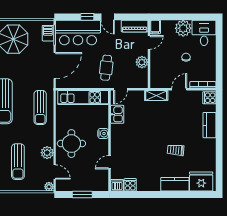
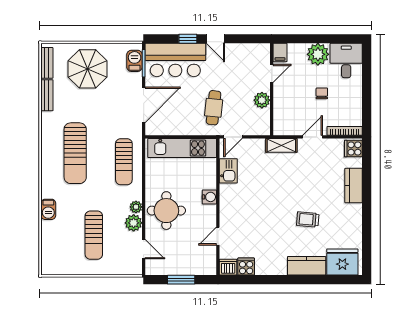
piano: (135, 26) -> (252, 51), removed
plant: (49, 187) -> (136, 207), moved

